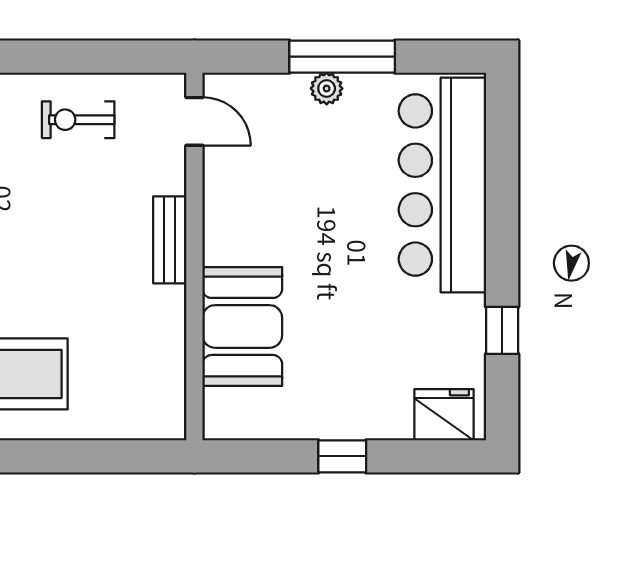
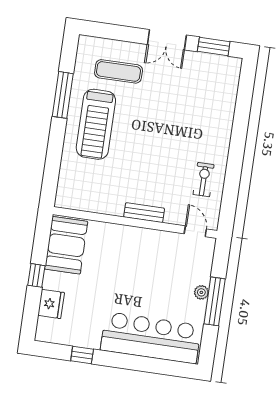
door: (194, 121) -> (195, 231), swing flipped
booth: (242, 326) -> (66, 245), moved, turned 90
fridge: (444, 415) -> (51, 304), moved

